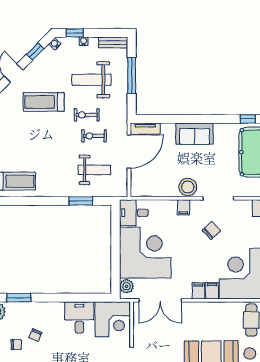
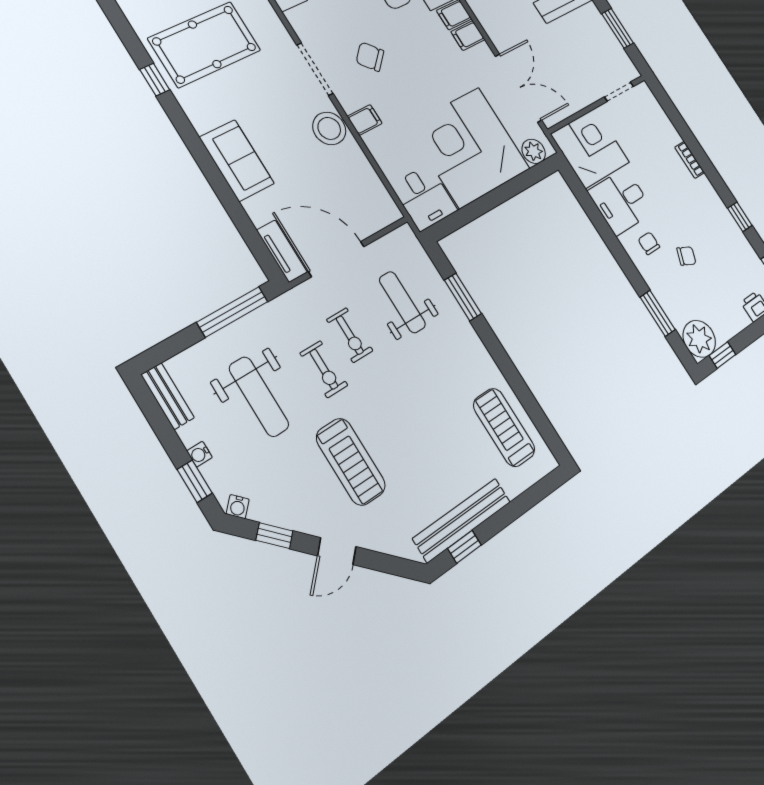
window: (132, 75) -> (232, 312), moved
chair: (16, 345) -> (649, 243), moved

